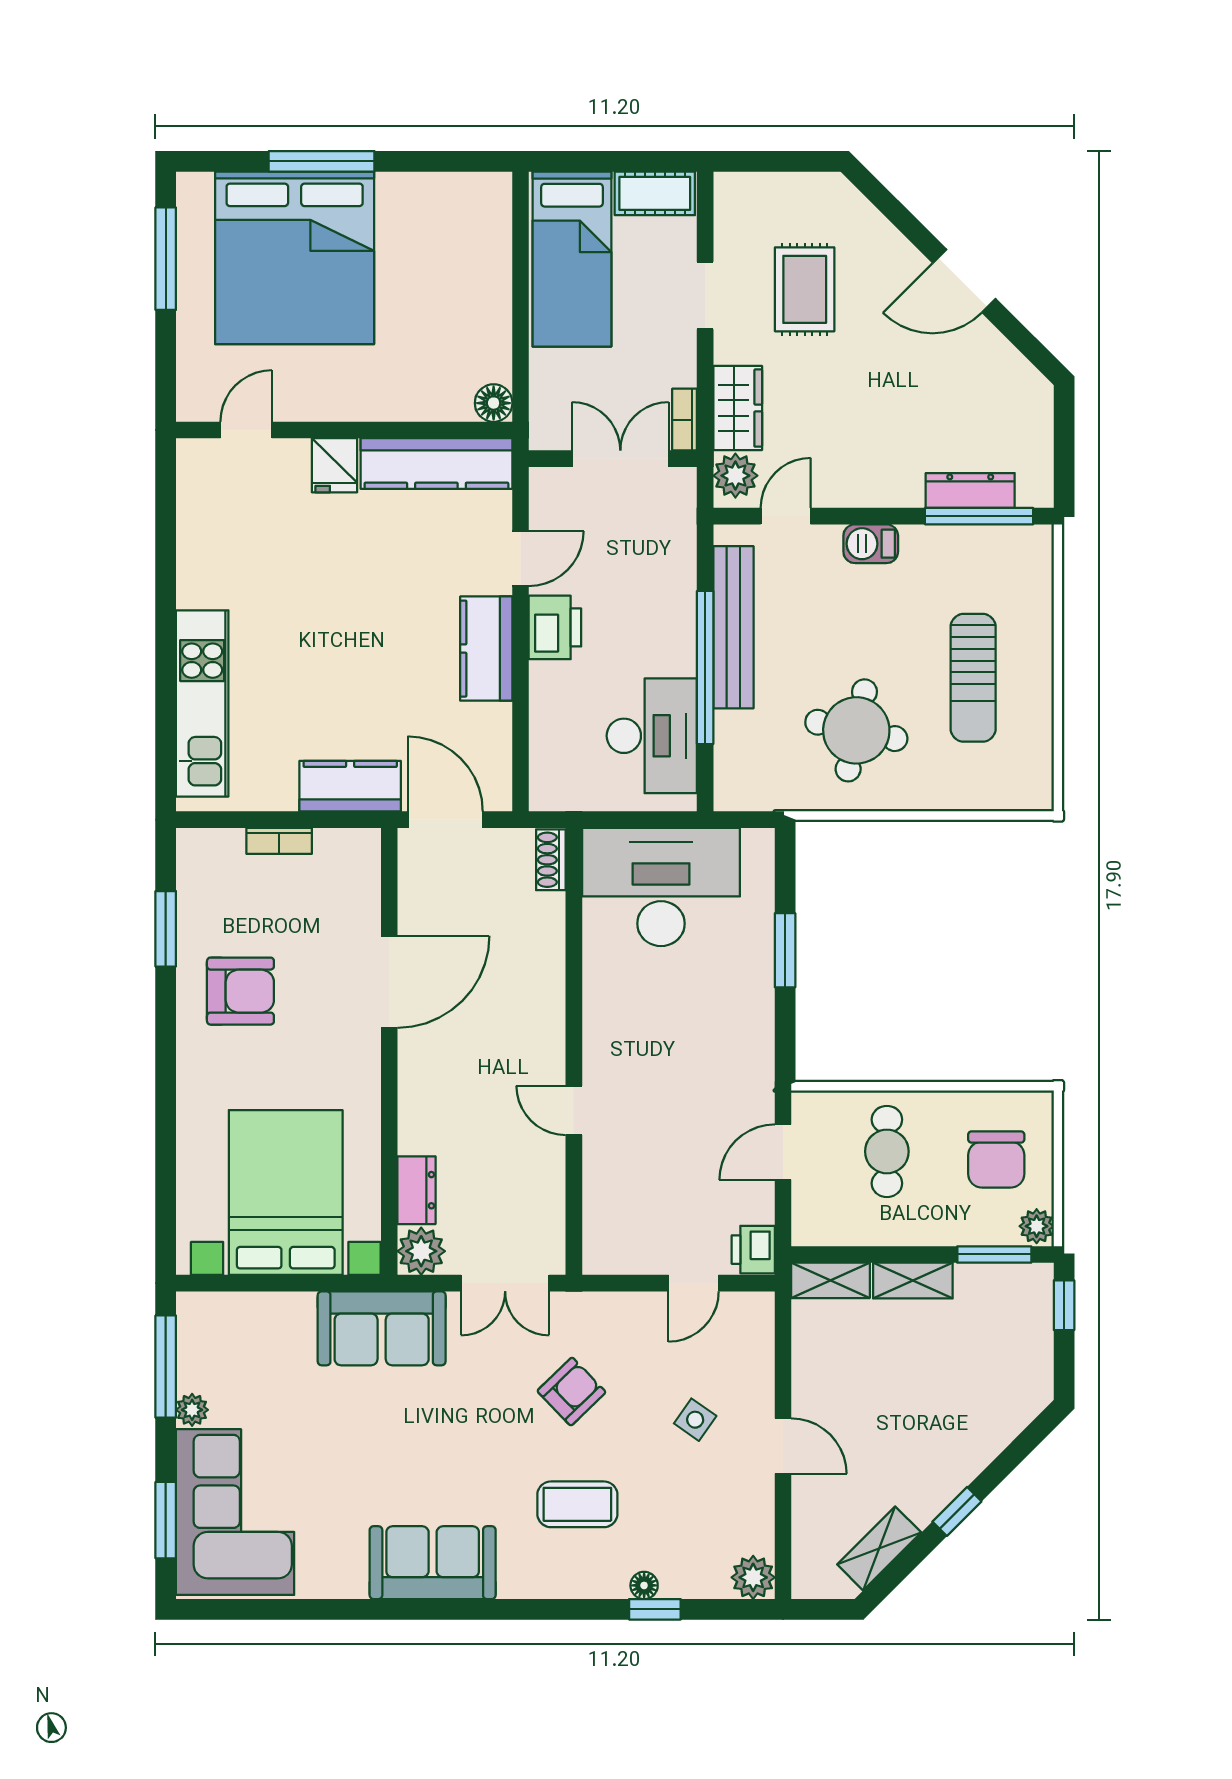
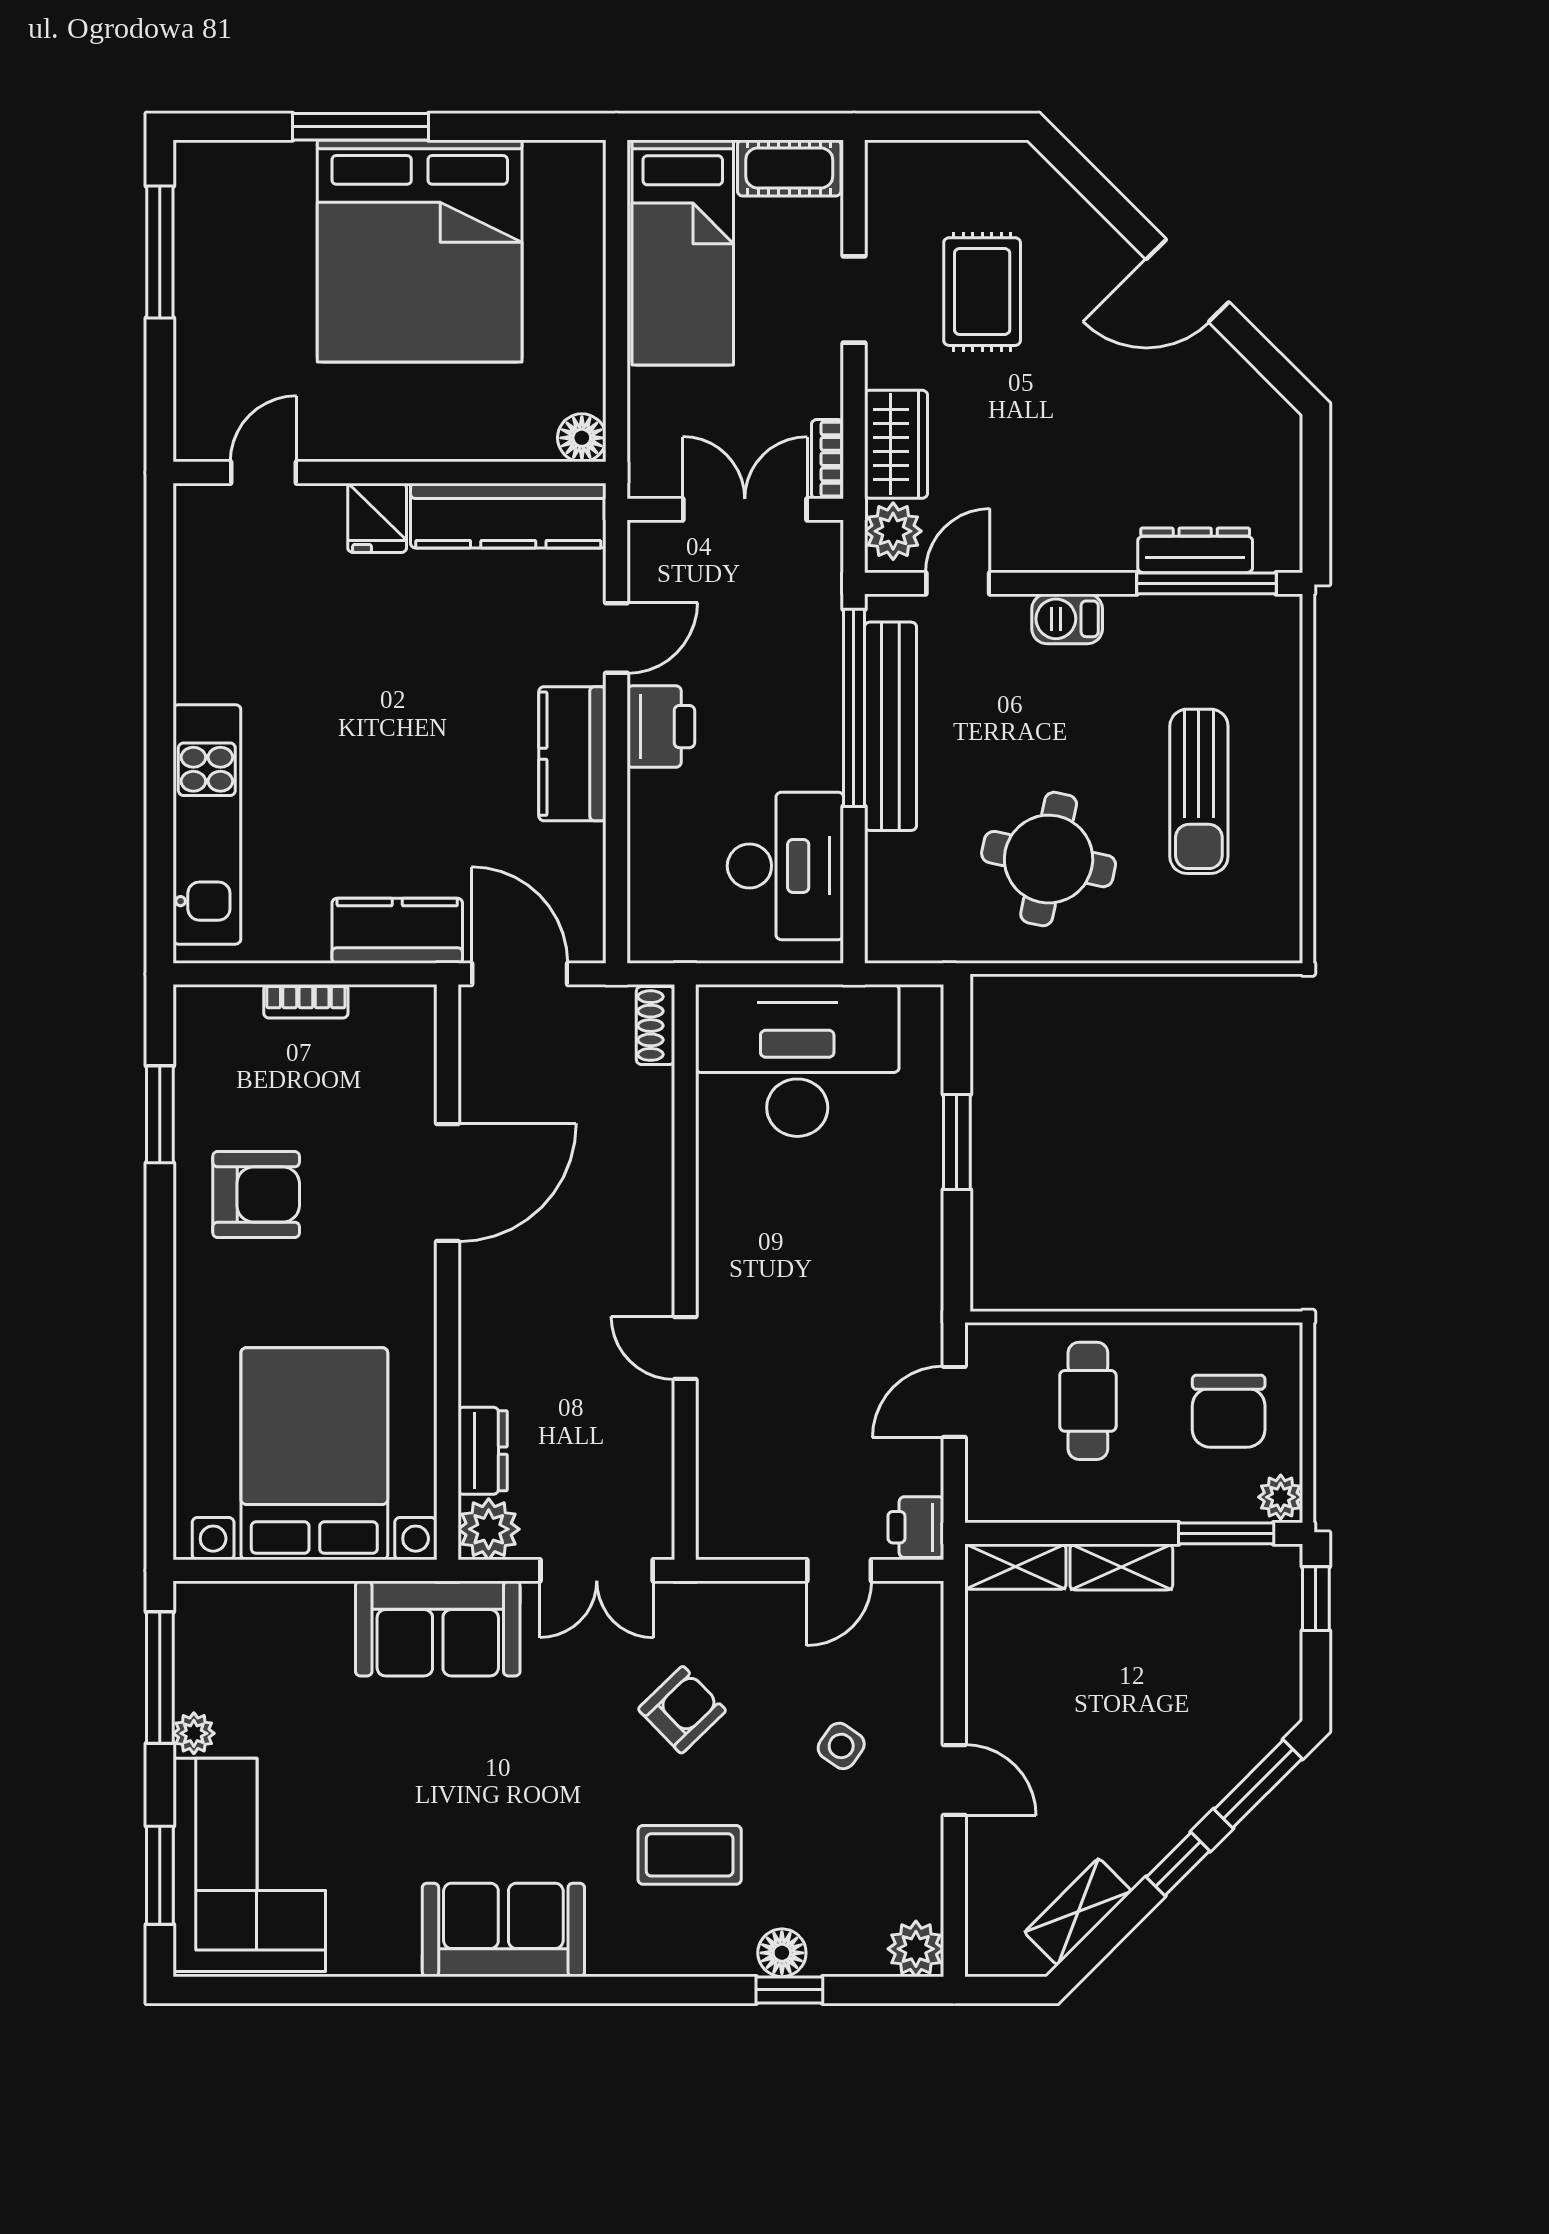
bed: (295, 258) -> (420, 251), moved
window: (705, 668) -> (854, 708), moved
window: (1019, 1449) -> (1258, 1784), added
floor lamp: (644, 1585) -> (782, 1953), width x1.37, depth x1.37

